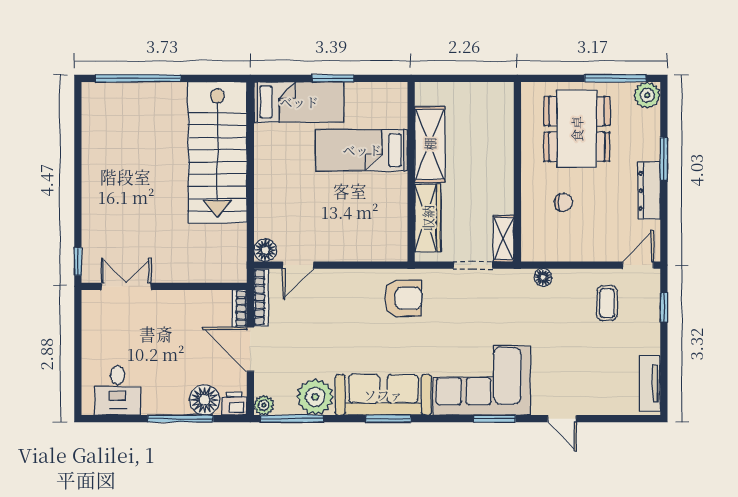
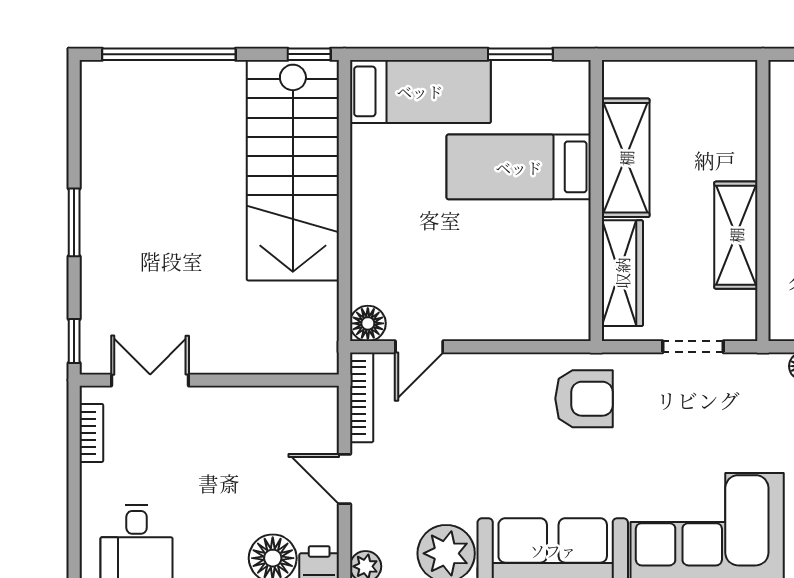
window: (228, 78) -> (309, 54), added
window: (333, 78) -> (520, 54), moved
window: (78, 186) -> (74, 222), added
shelving: (504, 239) -> (736, 235), moved, width x1.50, depth x1.33
bookcase: (239, 308) -> (91, 433), moved, turned 180
door: (250, 349) -> (344, 479), width x0.73

